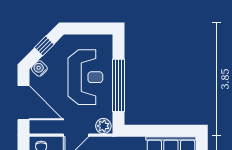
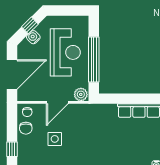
water cooler: (39, 68) -> (33, 37), moved
door: (23, 103) -> (12, 74), hinge flipped

